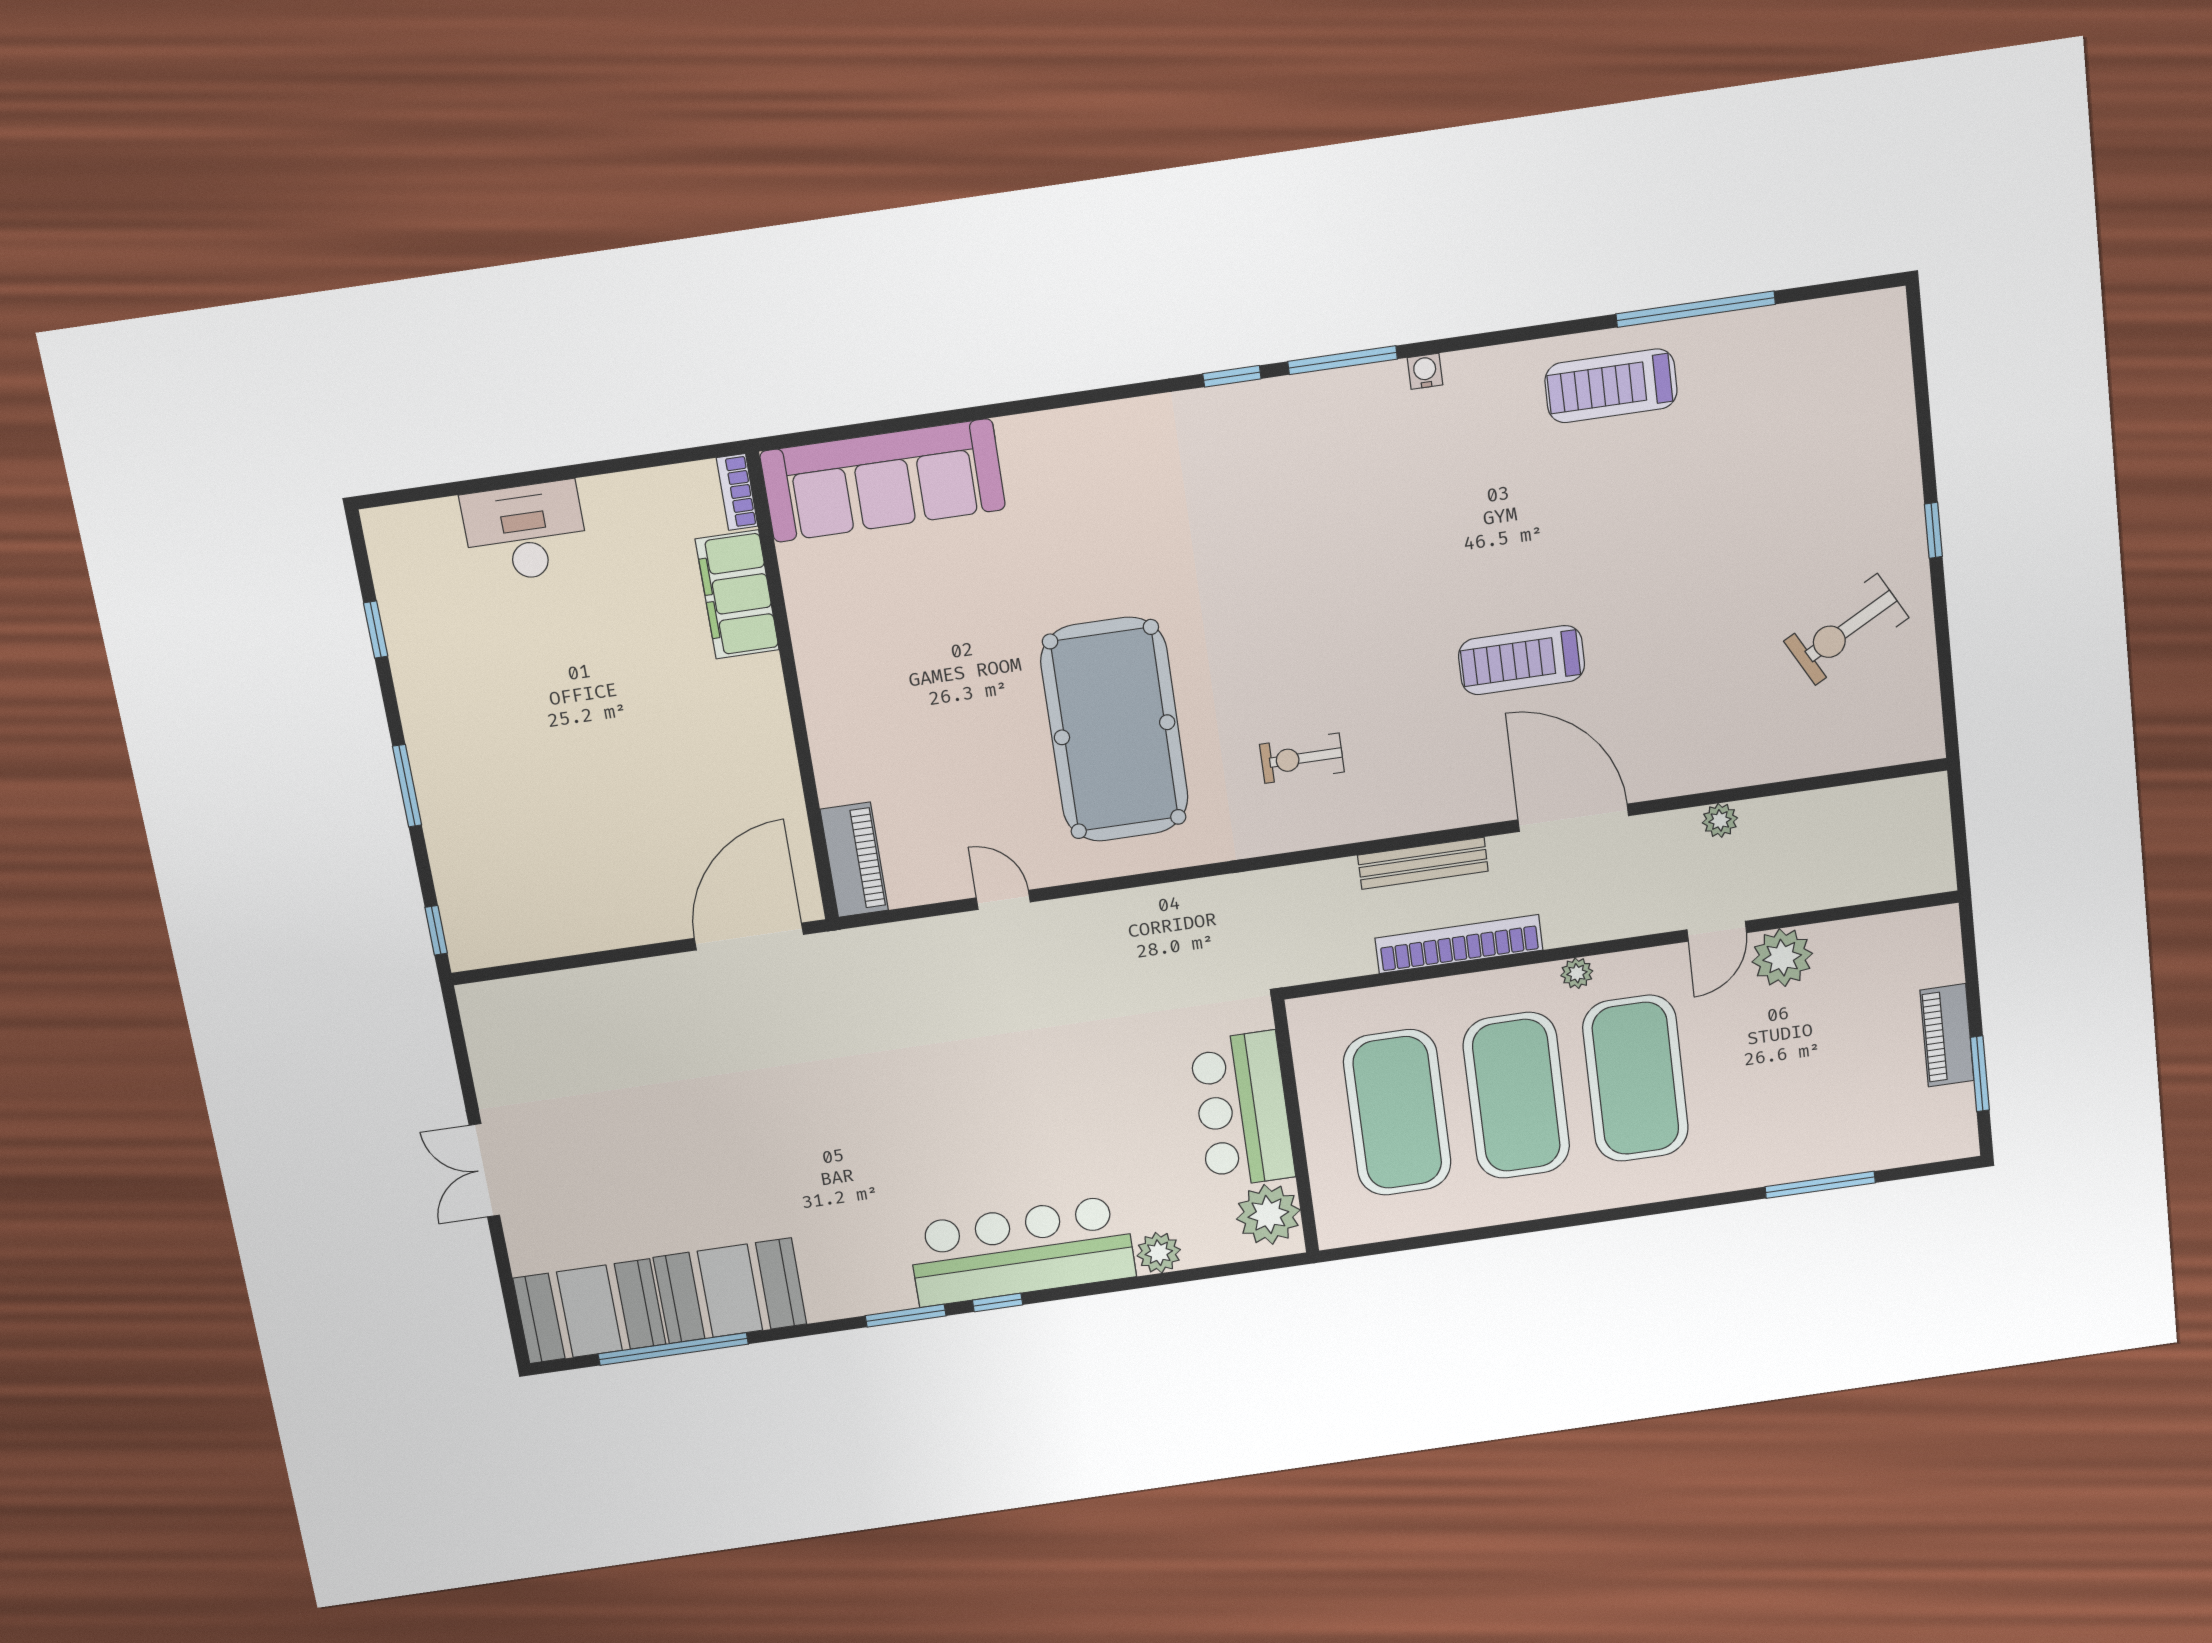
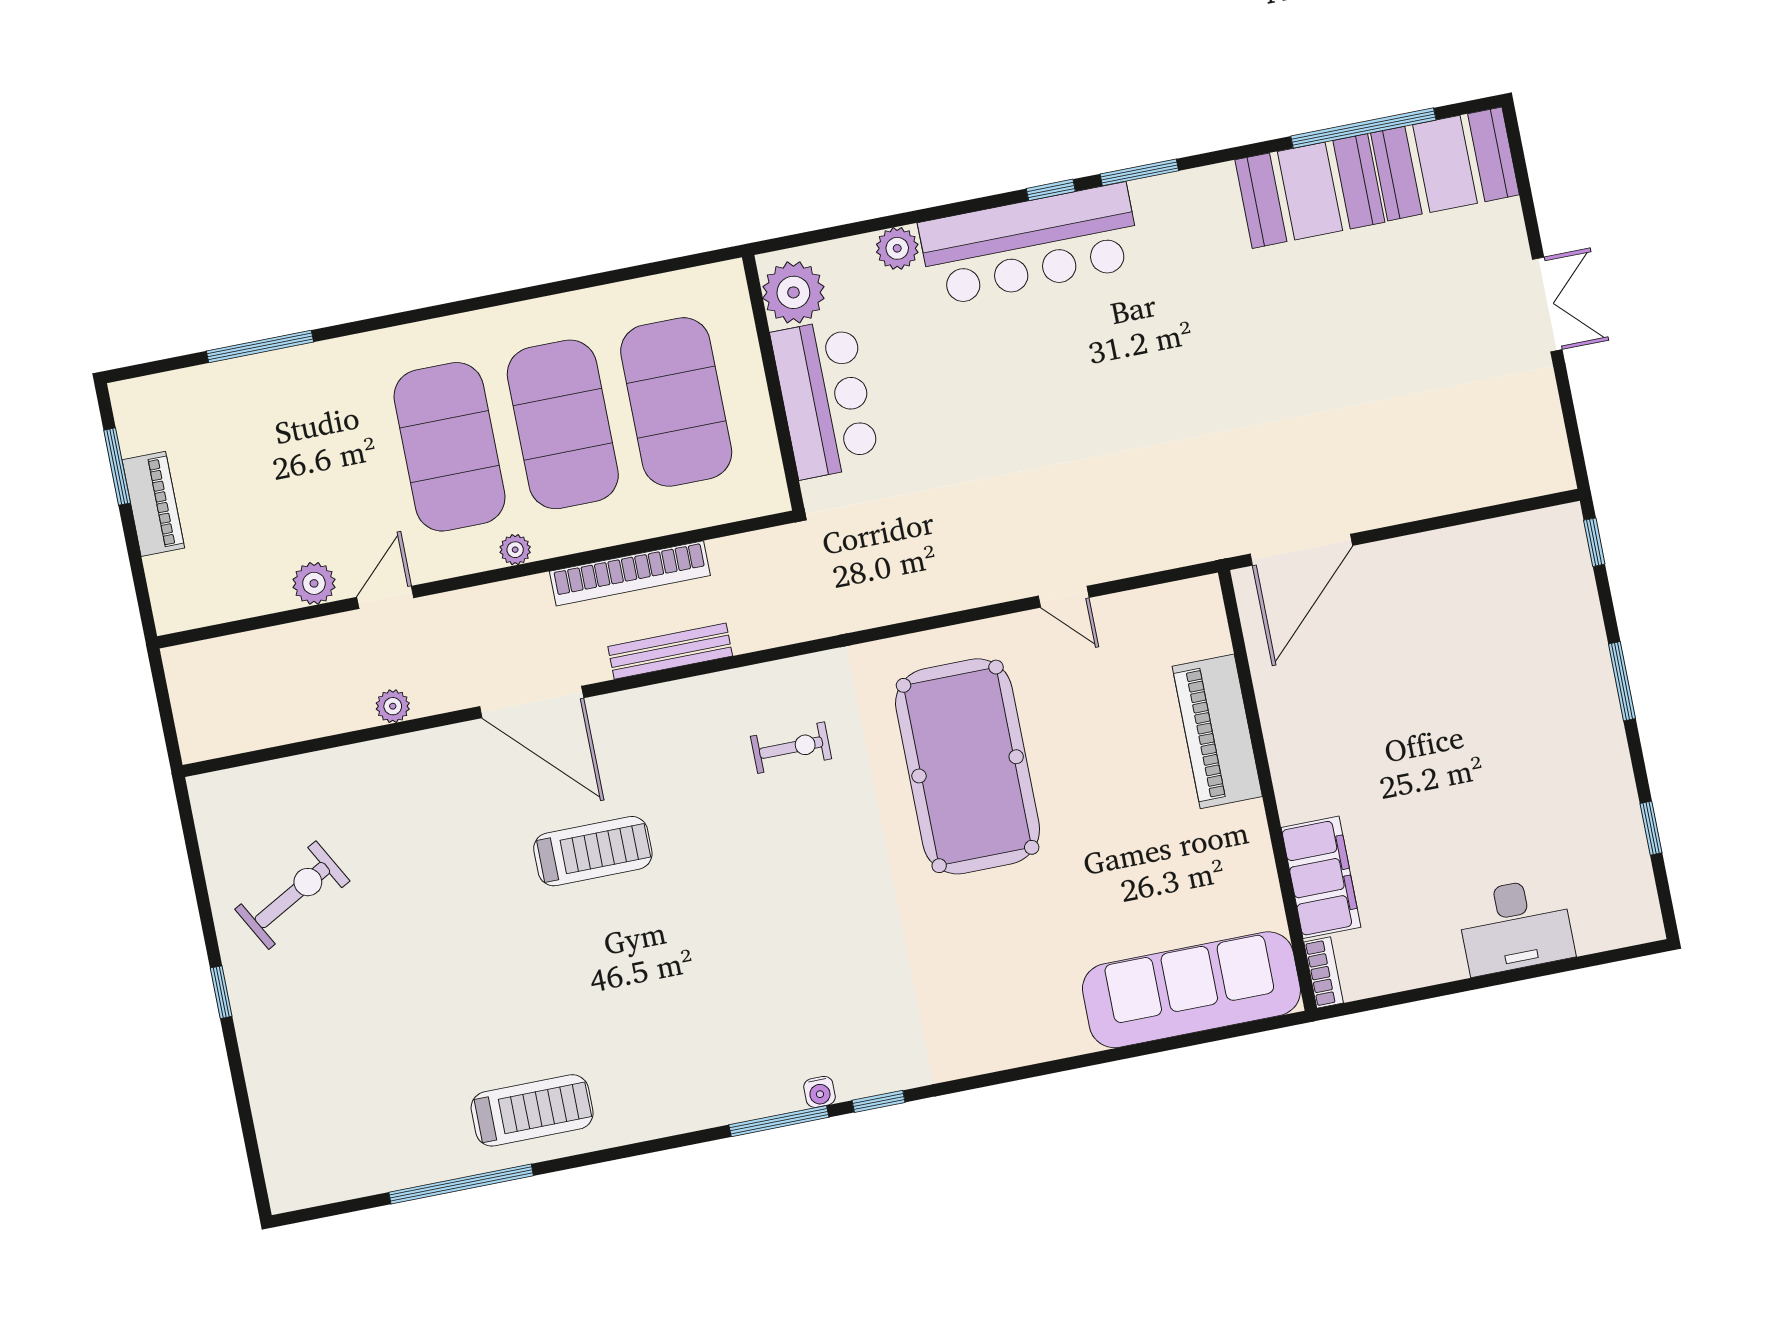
water cooler: (1425, 371) -> (820, 1092), moved
piano: (854, 860) -> (1217, 731), moved, width x1.37, depth x1.33
plant: (1782, 958) -> (314, 583), width x0.73, depth x0.73

